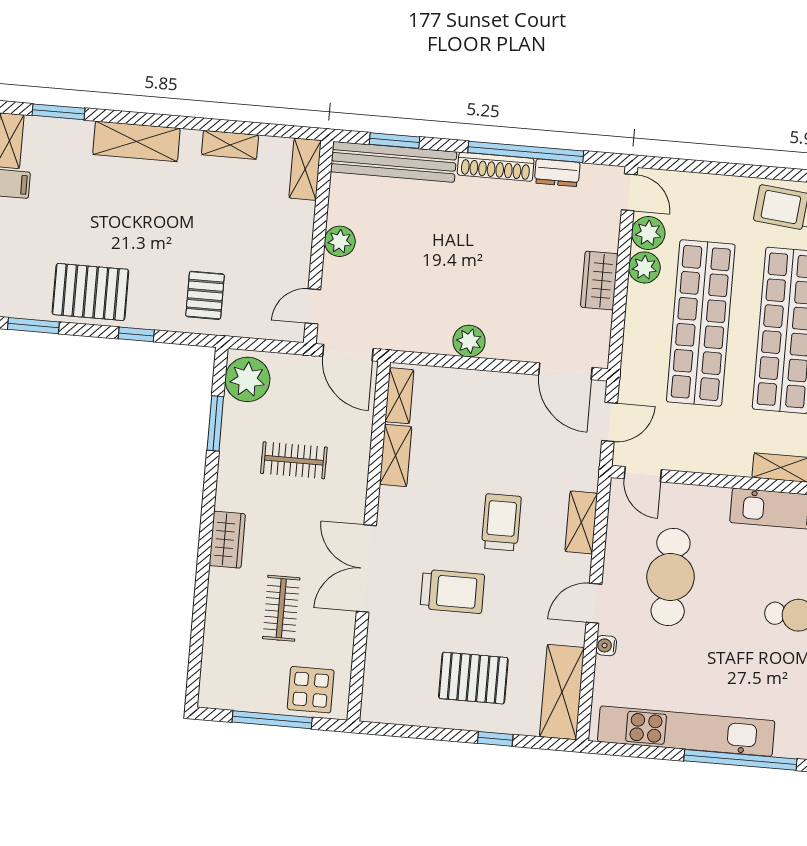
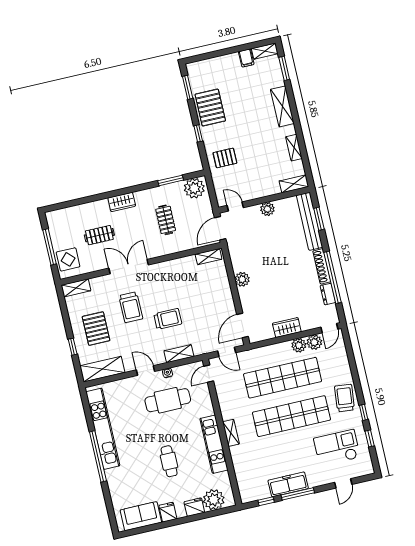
shelving: (396, 455) -> (76, 288), moved
water cooler: (606, 646) -> (167, 373), moved

